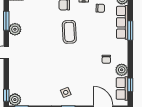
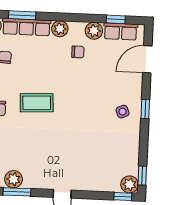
plant: (15, 29) -> (14, 179), moved
window: (130, 30) -> (22, 15), moved
plant: (122, 46) -> (60, 29), added

